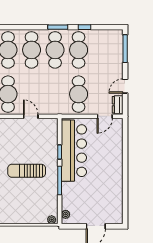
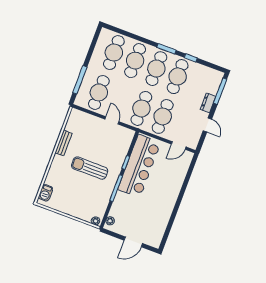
door: (125, 86) -> (207, 125), swing flipped
cafe table: (55, 94) -> (141, 108), added
dresser: (118, 105) -> (208, 103), moved

